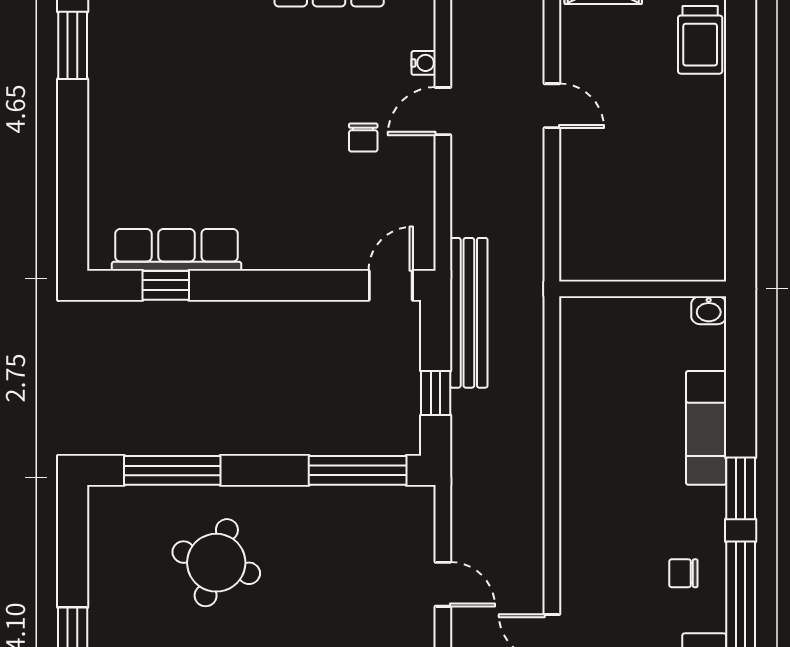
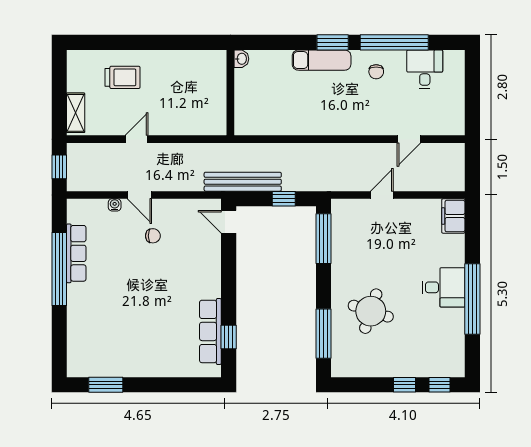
trolley: (700, 40) -> (122, 77), moved
exam couch: (706, 428) -> (322, 60), moved

